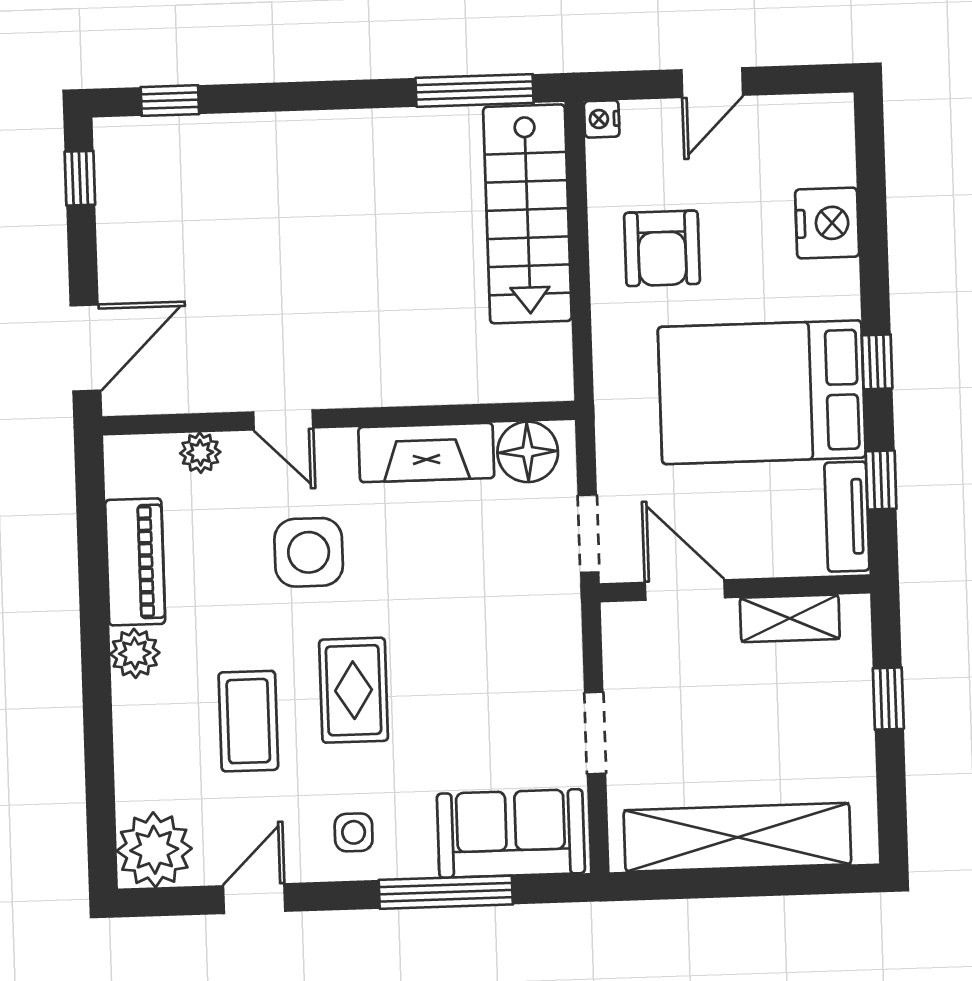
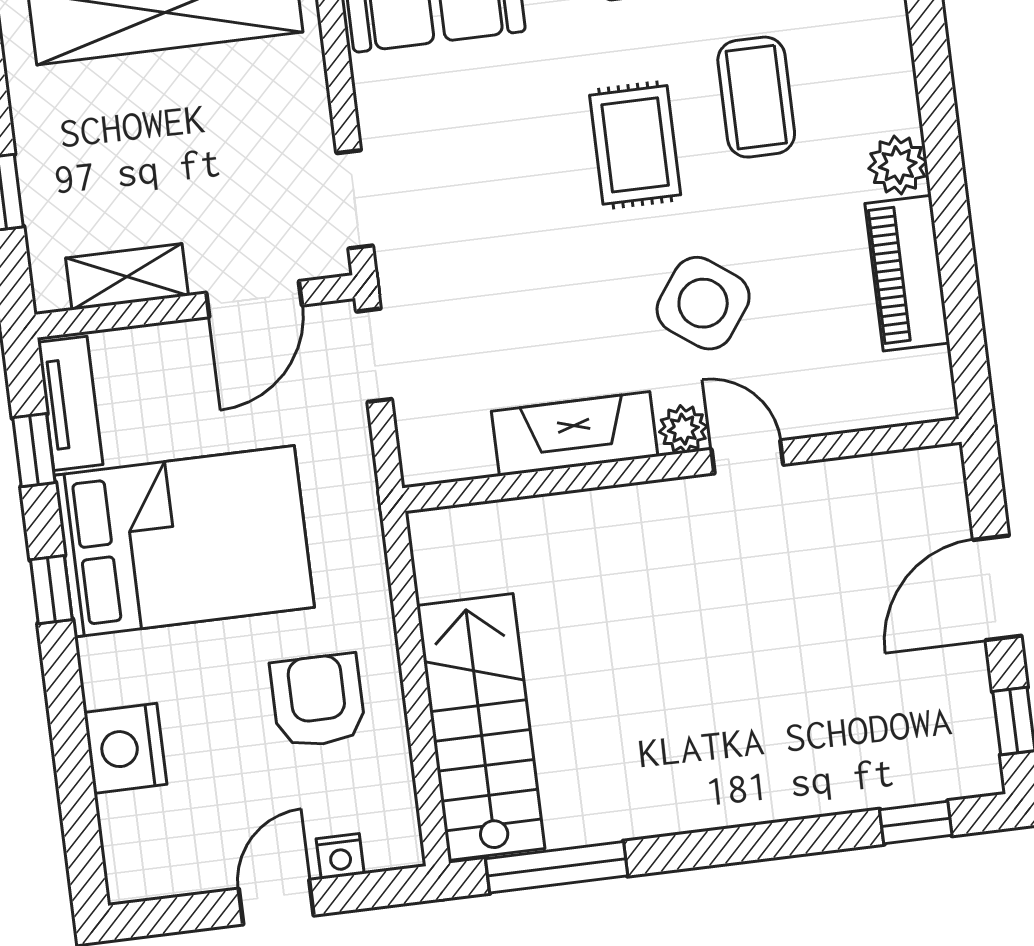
nightstand: (602, 119) -> (340, 856), moved, turned 90
door: (85, 348) -> (997, 588), moved
floor lamp: (528, 452) -> (455, 446), removed
plant: (200, 453) -> (683, 429), moved
side table: (309, 552) -> (703, 303), turned 36
door: (685, 590) -> (254, 299), hinge flipped
doorway: (595, 733) -> (355, 199), moved

